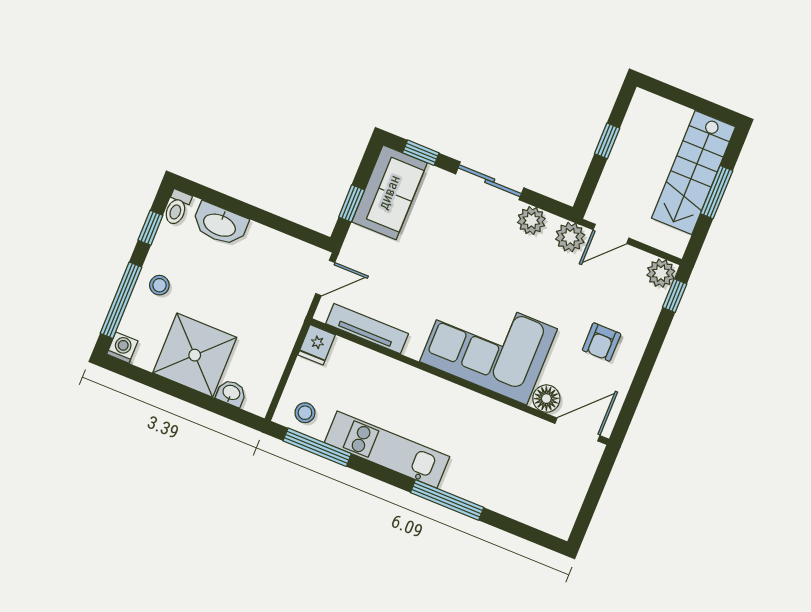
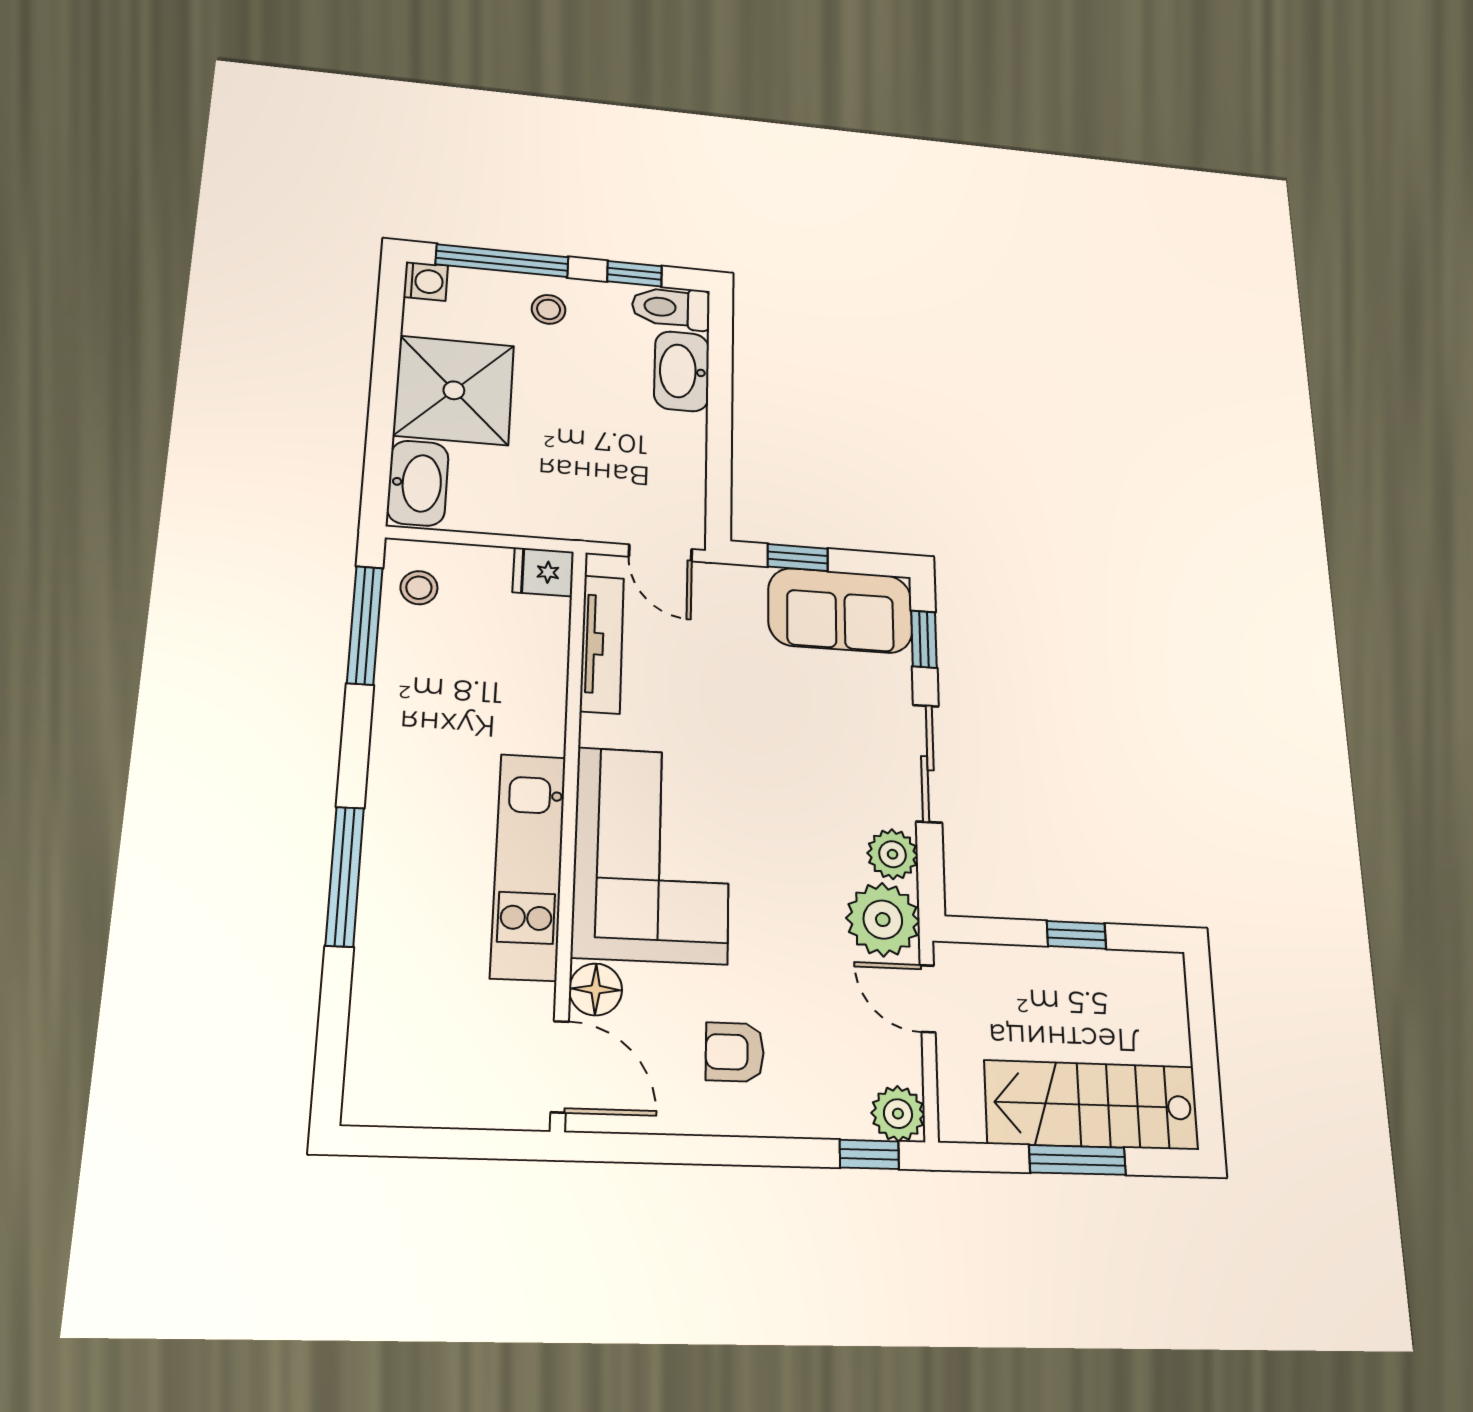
toilet: (177, 208) -> (671, 308), width x1.37, depth x1.39
plant: (570, 237) -> (883, 920), width x1.36, depth x1.36
washbasin: (231, 393) -> (418, 483), width x1.91, depth x1.45
kitchen unit: (387, 450) -> (528, 866), moved, turned 180

